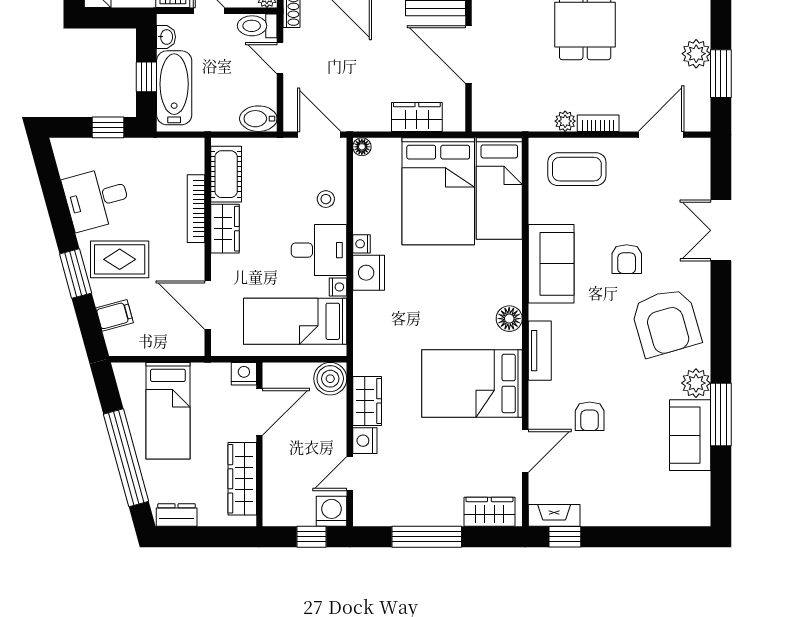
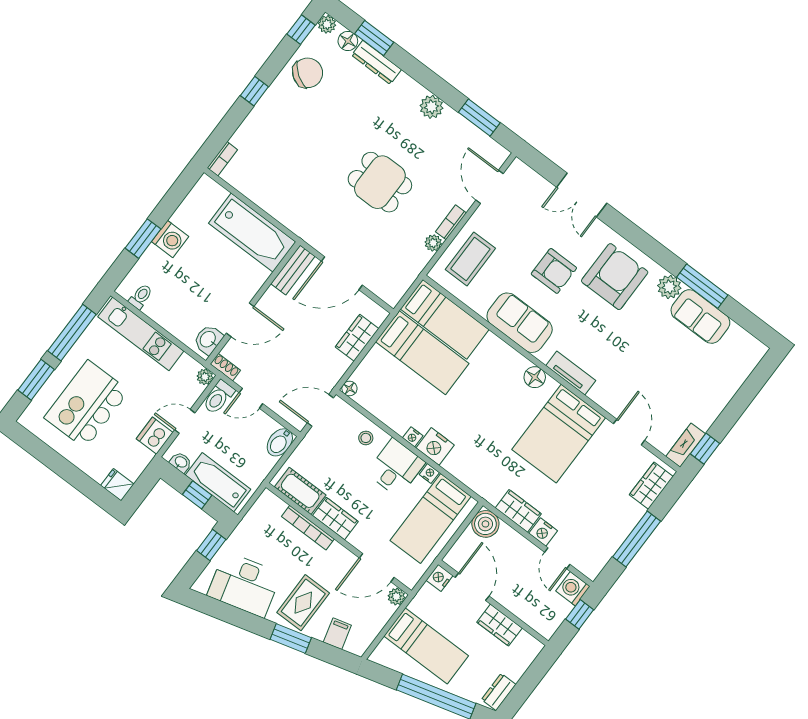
plant: (696, 54) -> (431, 107), moved
bed: (438, 191) -> (422, 353), width x0.67
desk: (97, 199) -> (244, 584), width x1.37
armchair: (627, 259) -> (554, 271), width x1.38, depth x1.38
armchair: (666, 322) -> (615, 277), turned -74
plant: (194, 346) -> (396, 597), added
armchair: (590, 416) -> (638, 373), removed
wardrobe: (242, 479) -> (500, 625), width x0.67

